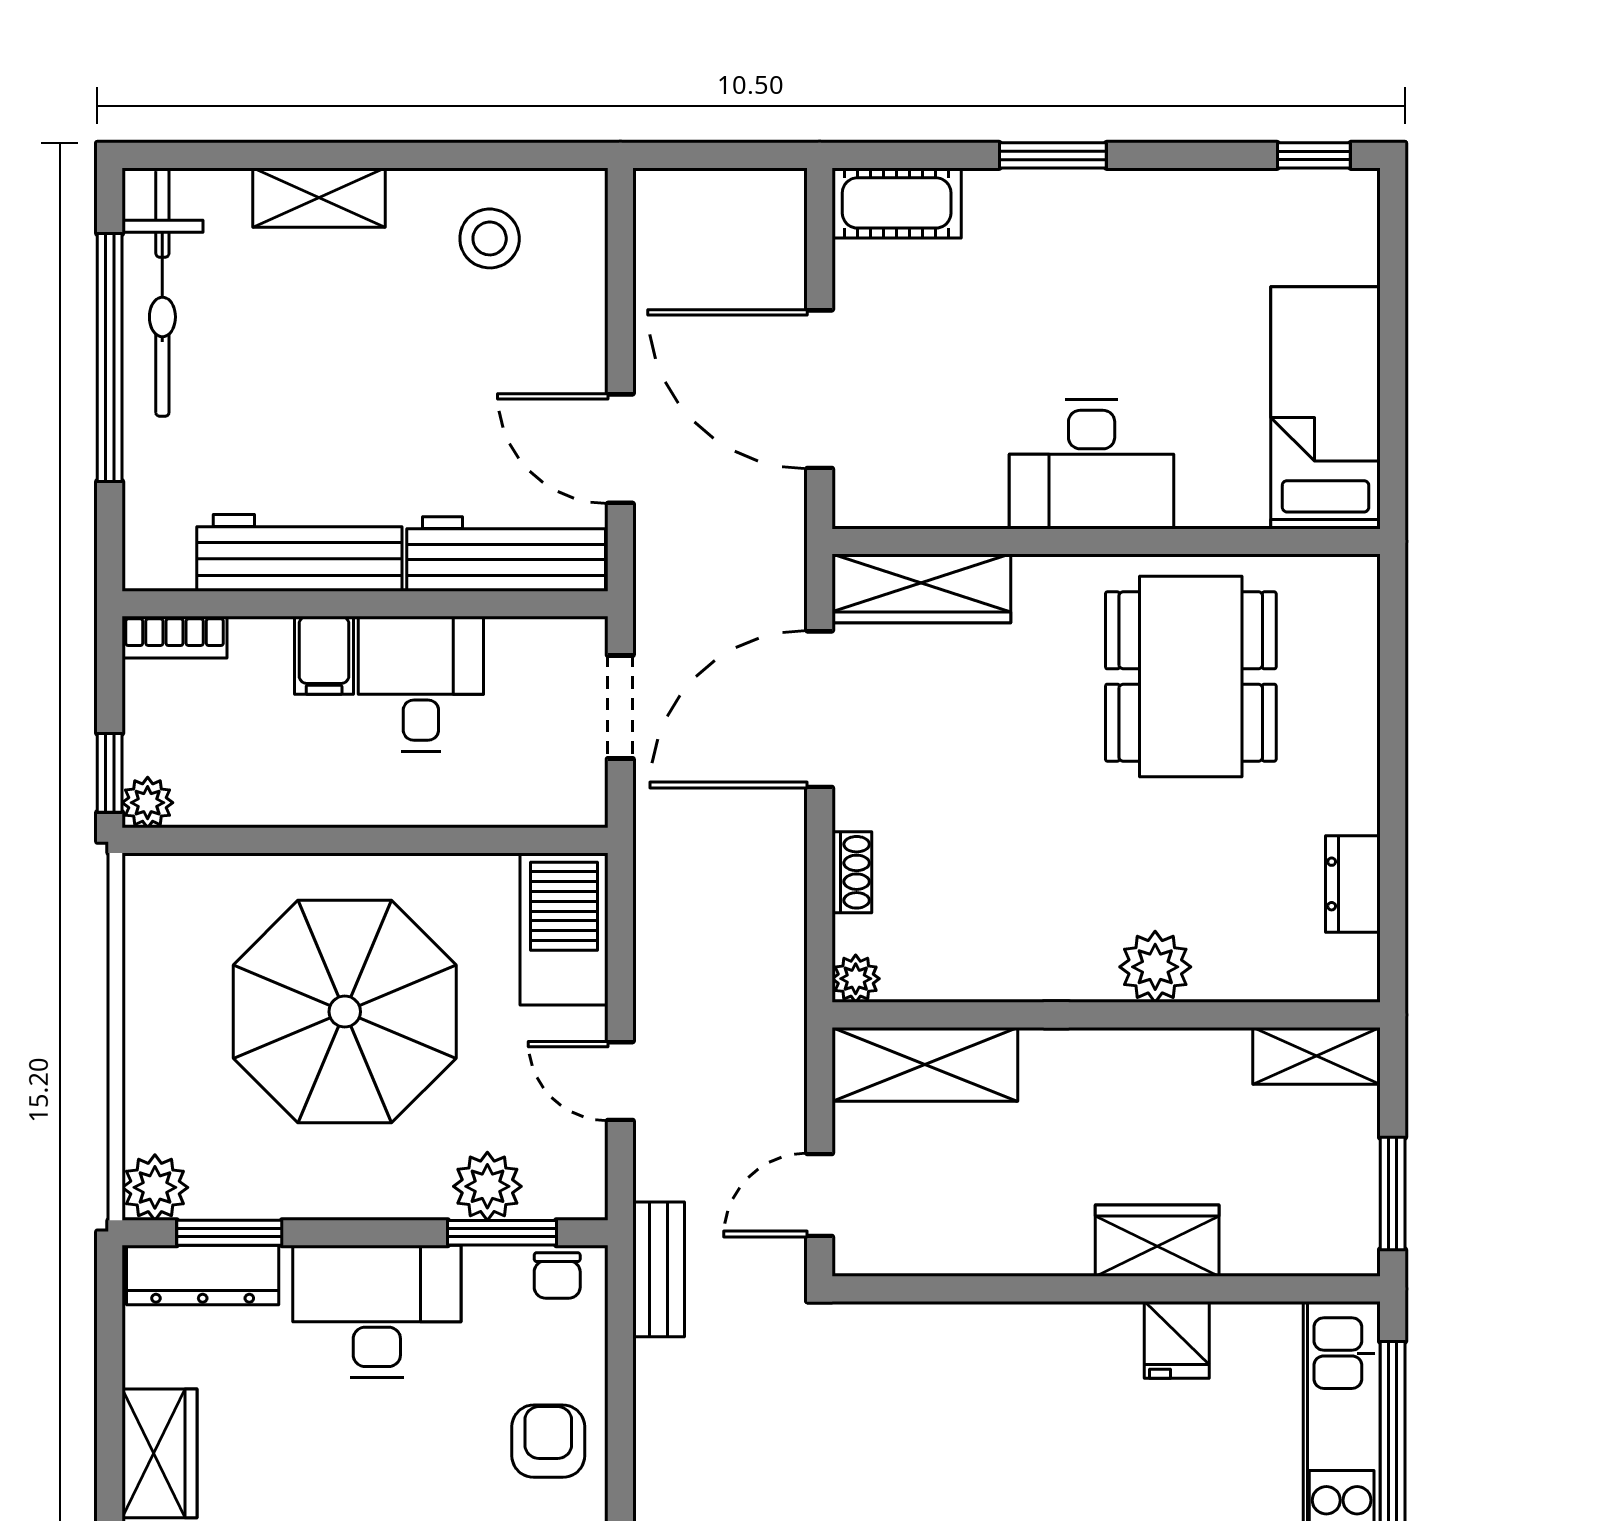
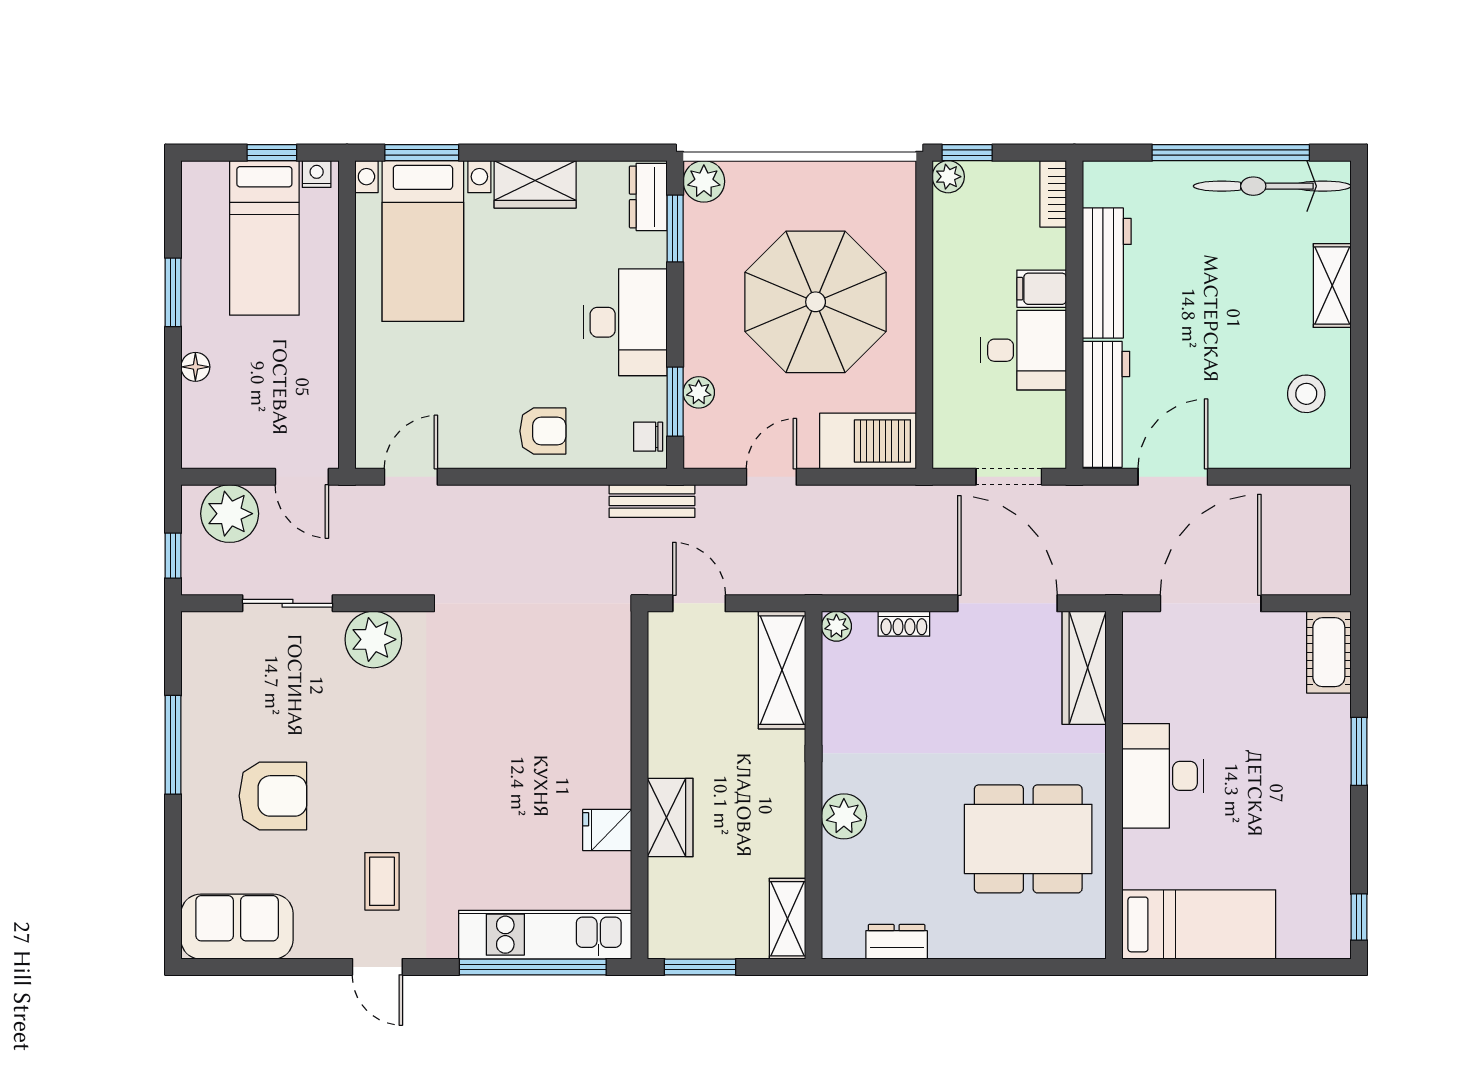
plant: (487, 1186) -> (699, 392), width x0.73, depth x0.73
dresser: (203, 1275) -> (648, 197), width x0.70

